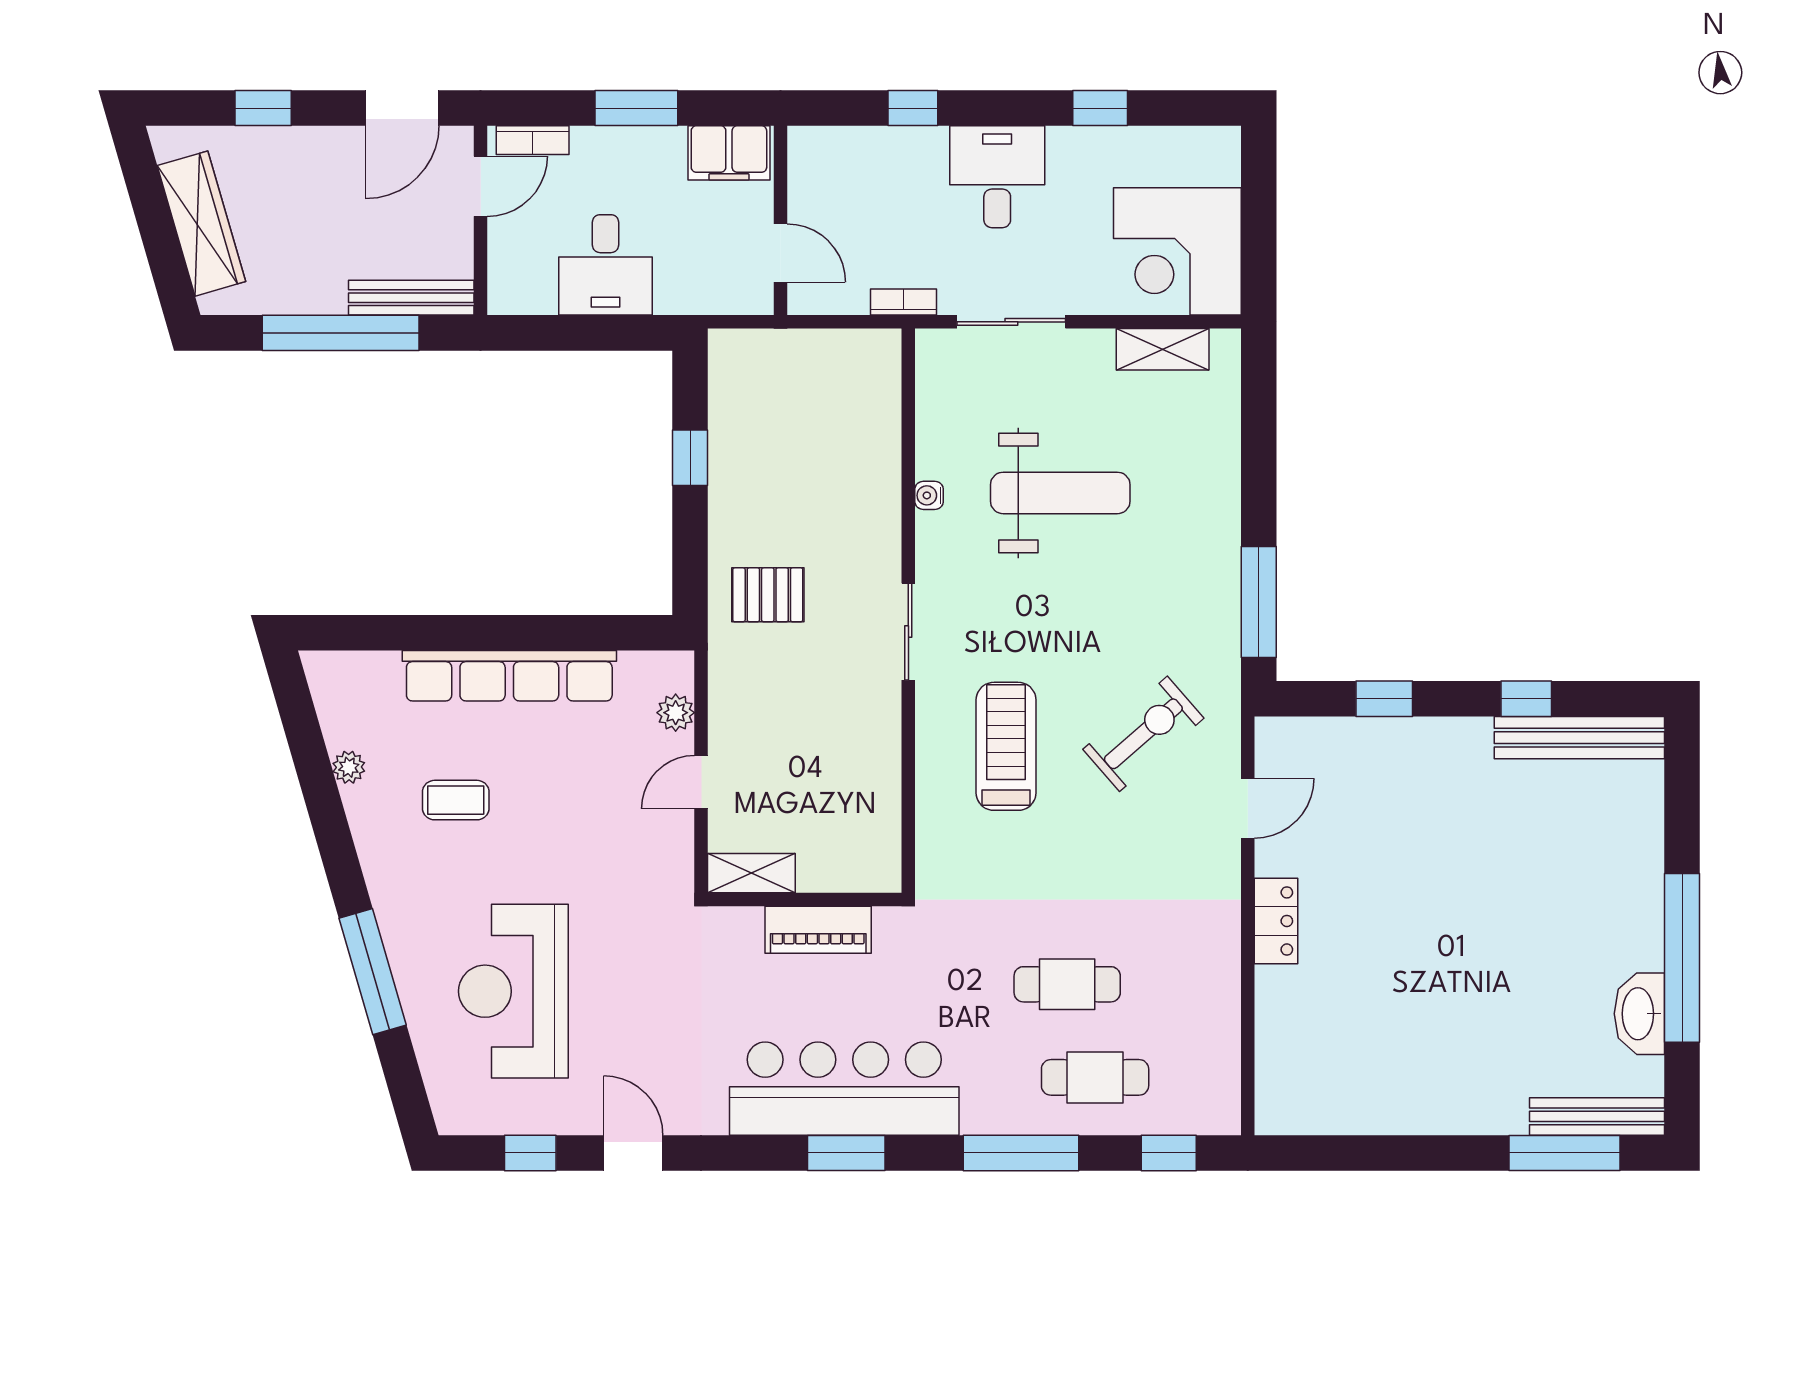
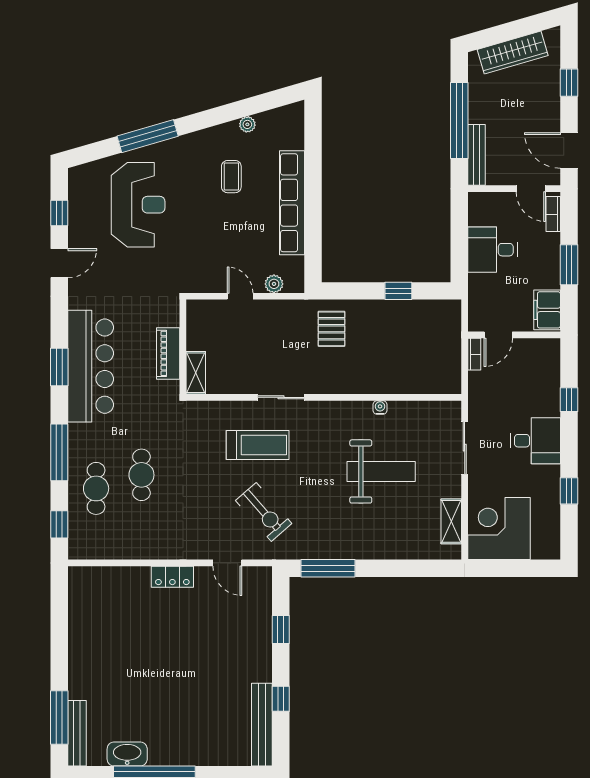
bookcase: (904, 302) -> (474, 354), moved
weight bench: (1060, 493) -> (381, 471), turned -90
sliding door: (908, 632) -> (281, 397), moved
shelving: (751, 873) -> (196, 373), moved
reception desk: (513, 991) -> (138, 205), turned 90

